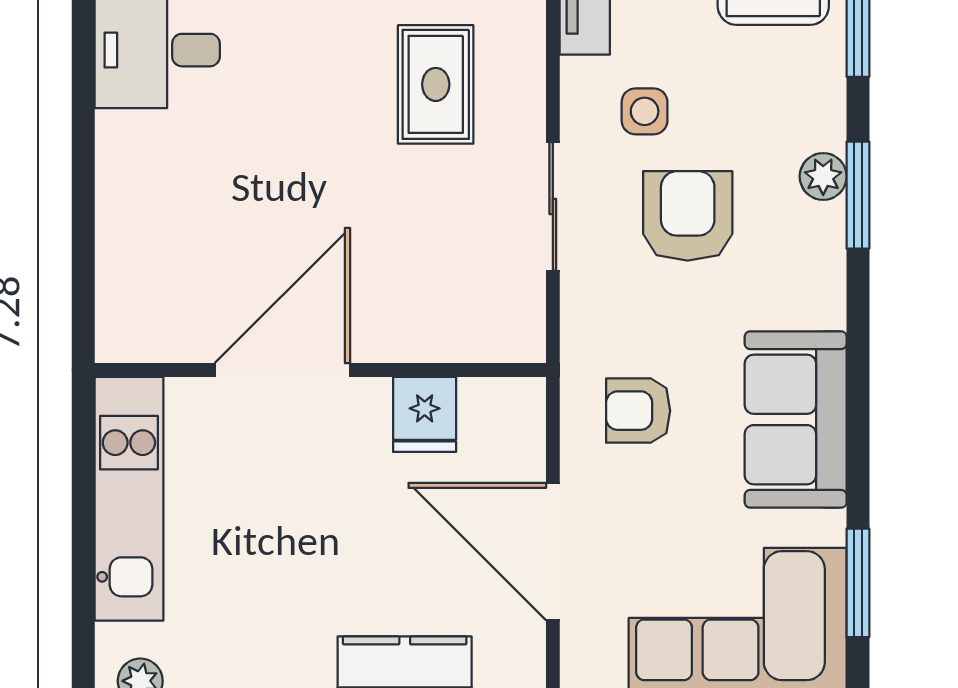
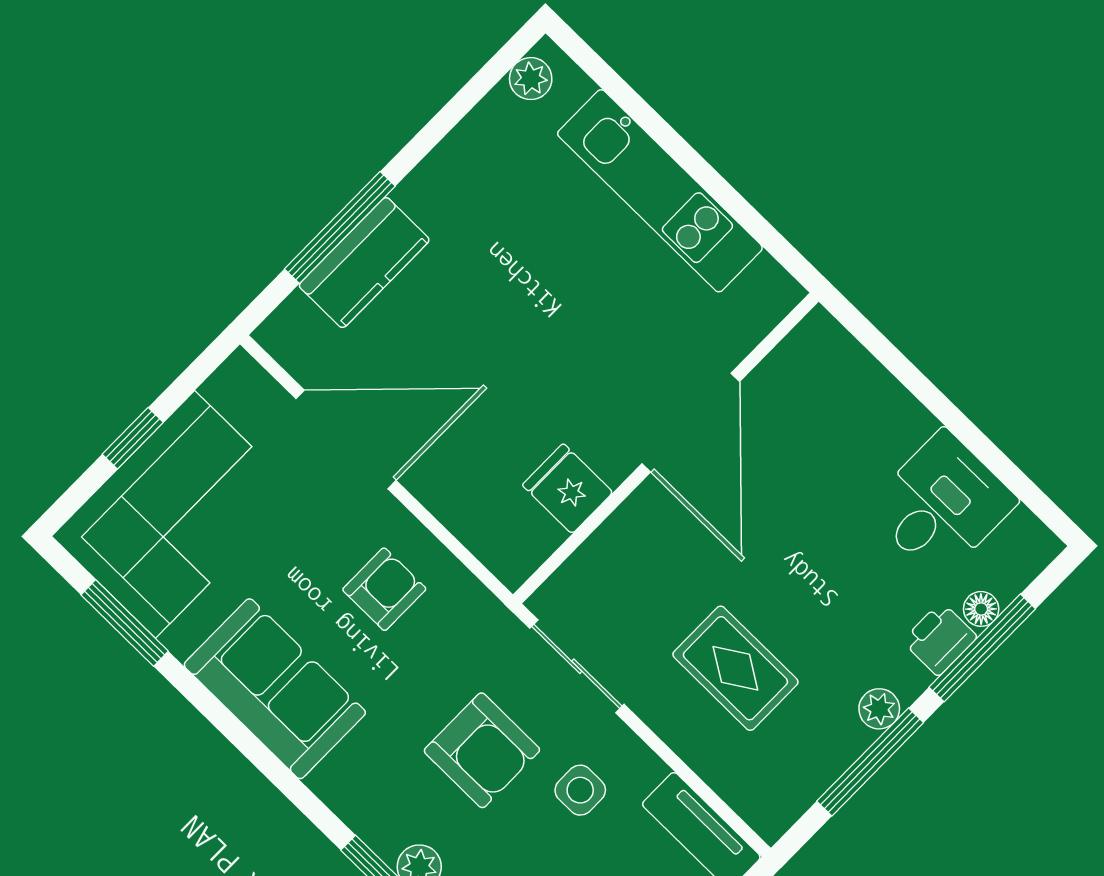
door: (282, 370) -> (691, 423), moved
wall: (320, 370) -> (666, 448), moved
fridge: (425, 414) -> (568, 489), moved

